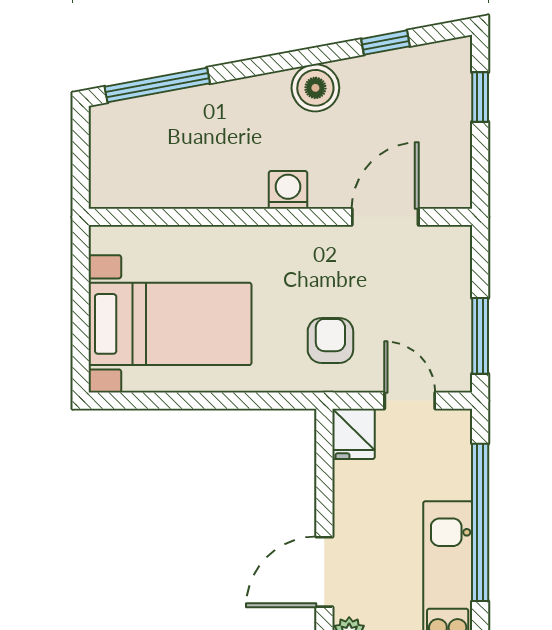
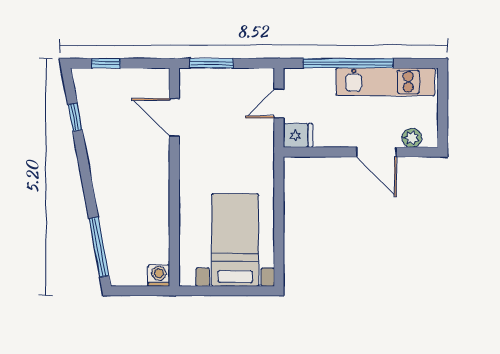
boiler: (315, 88) -> (101, 157), removed
washing machine: (288, 190) -> (159, 275), moved, turned 90
window: (480, 336) -> (211, 63), moved
armchair: (330, 340) -> (245, 149), removed

